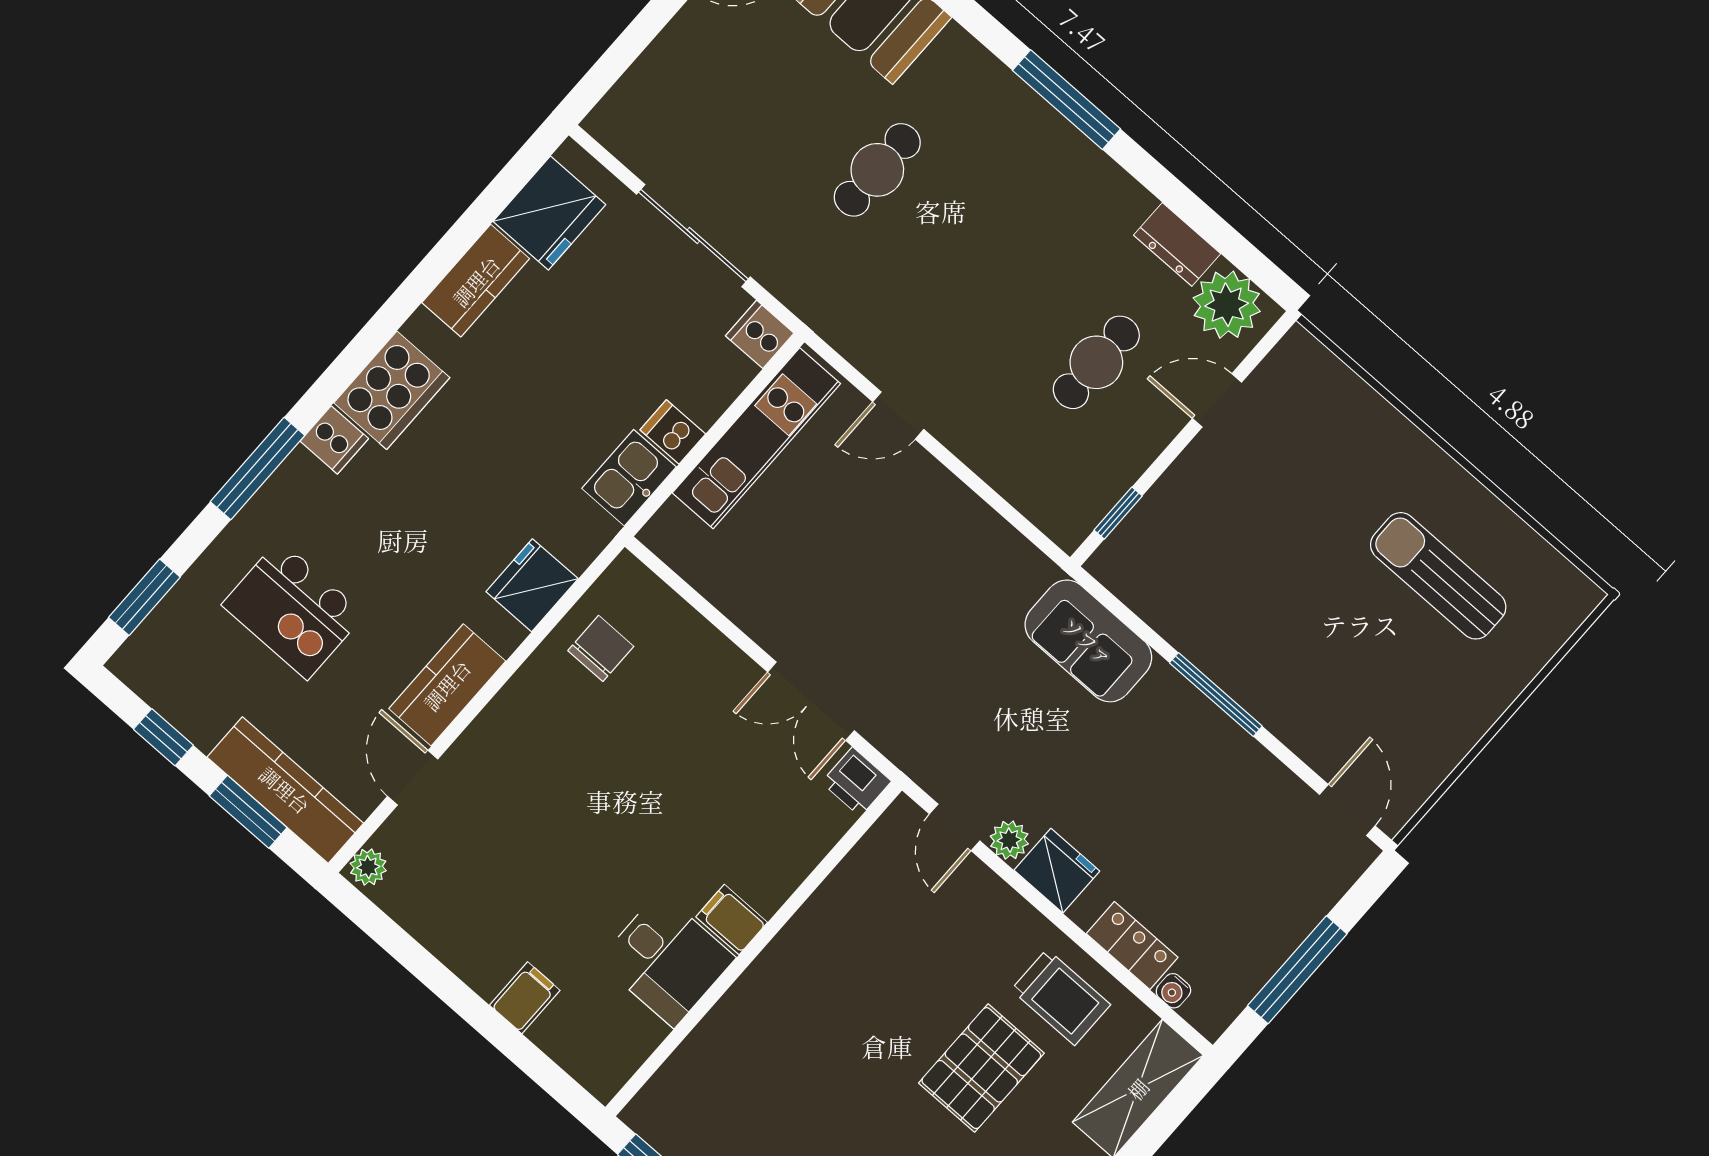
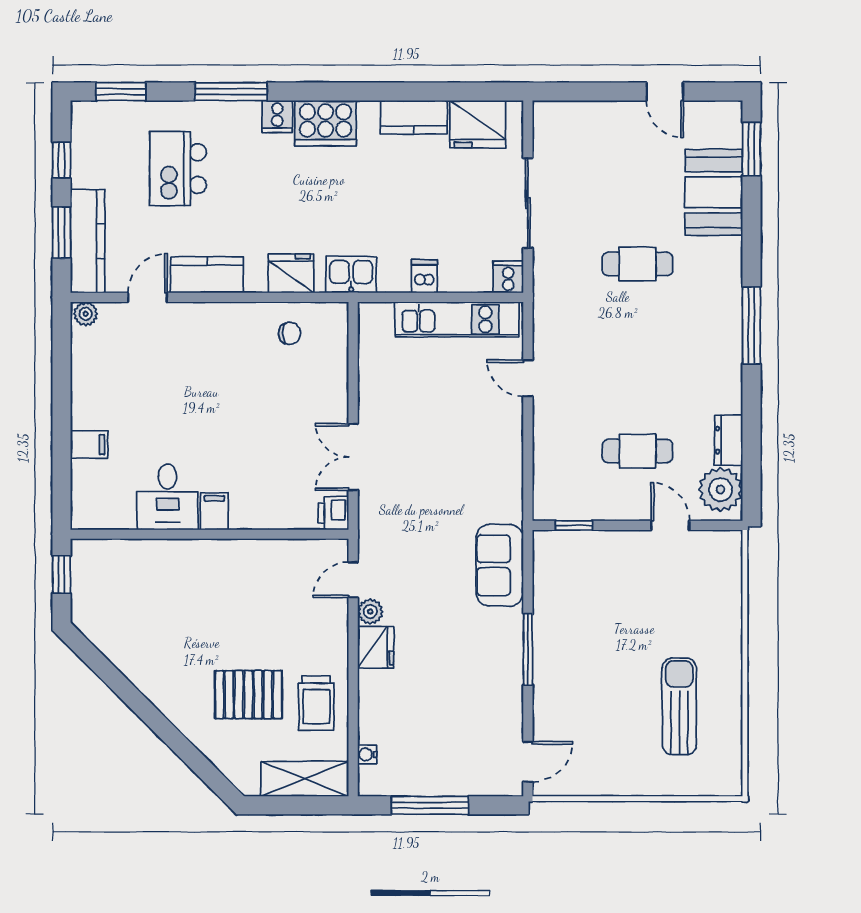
kitchen sink: (629, 478) -> (351, 275), moved
chair: (601, 648) -> (290, 333), width x0.73, depth x0.73
locker: (1132, 946) -> (371, 715), removed

